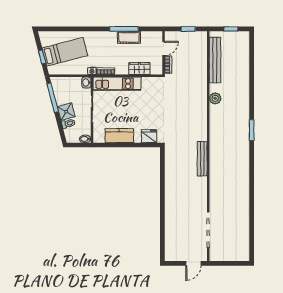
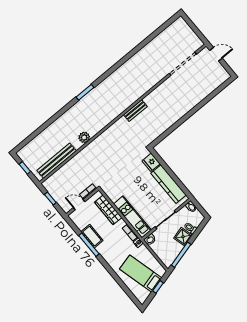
wardrobe: (139, 69) -> (108, 210), width x1.50
kitchen counter: (119, 136) -> (168, 184), width x1.50
bench: (202, 159) -> (135, 111), width x0.73

